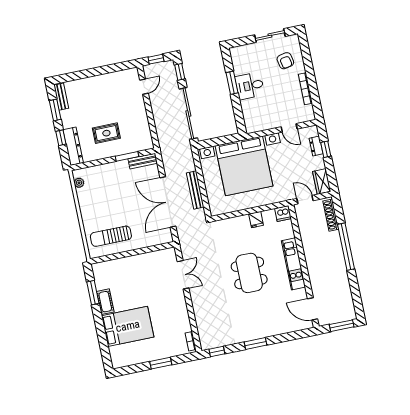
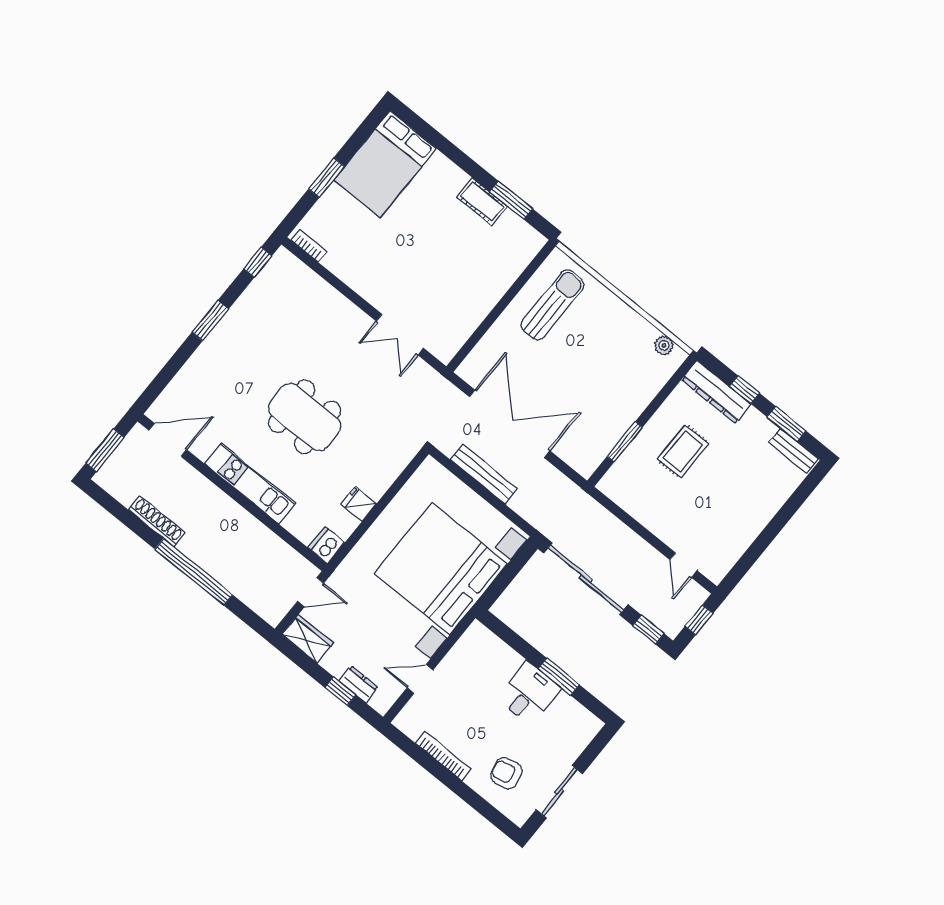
bench: (143, 161) -> (596, 454), removed
shoe rack: (331, 215) -> (157, 521), moved
bed: (128, 326) -> (385, 164), moved

